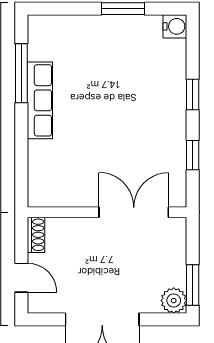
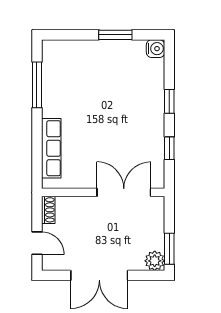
row of seats: (40, 100) -> (51, 148), moved

